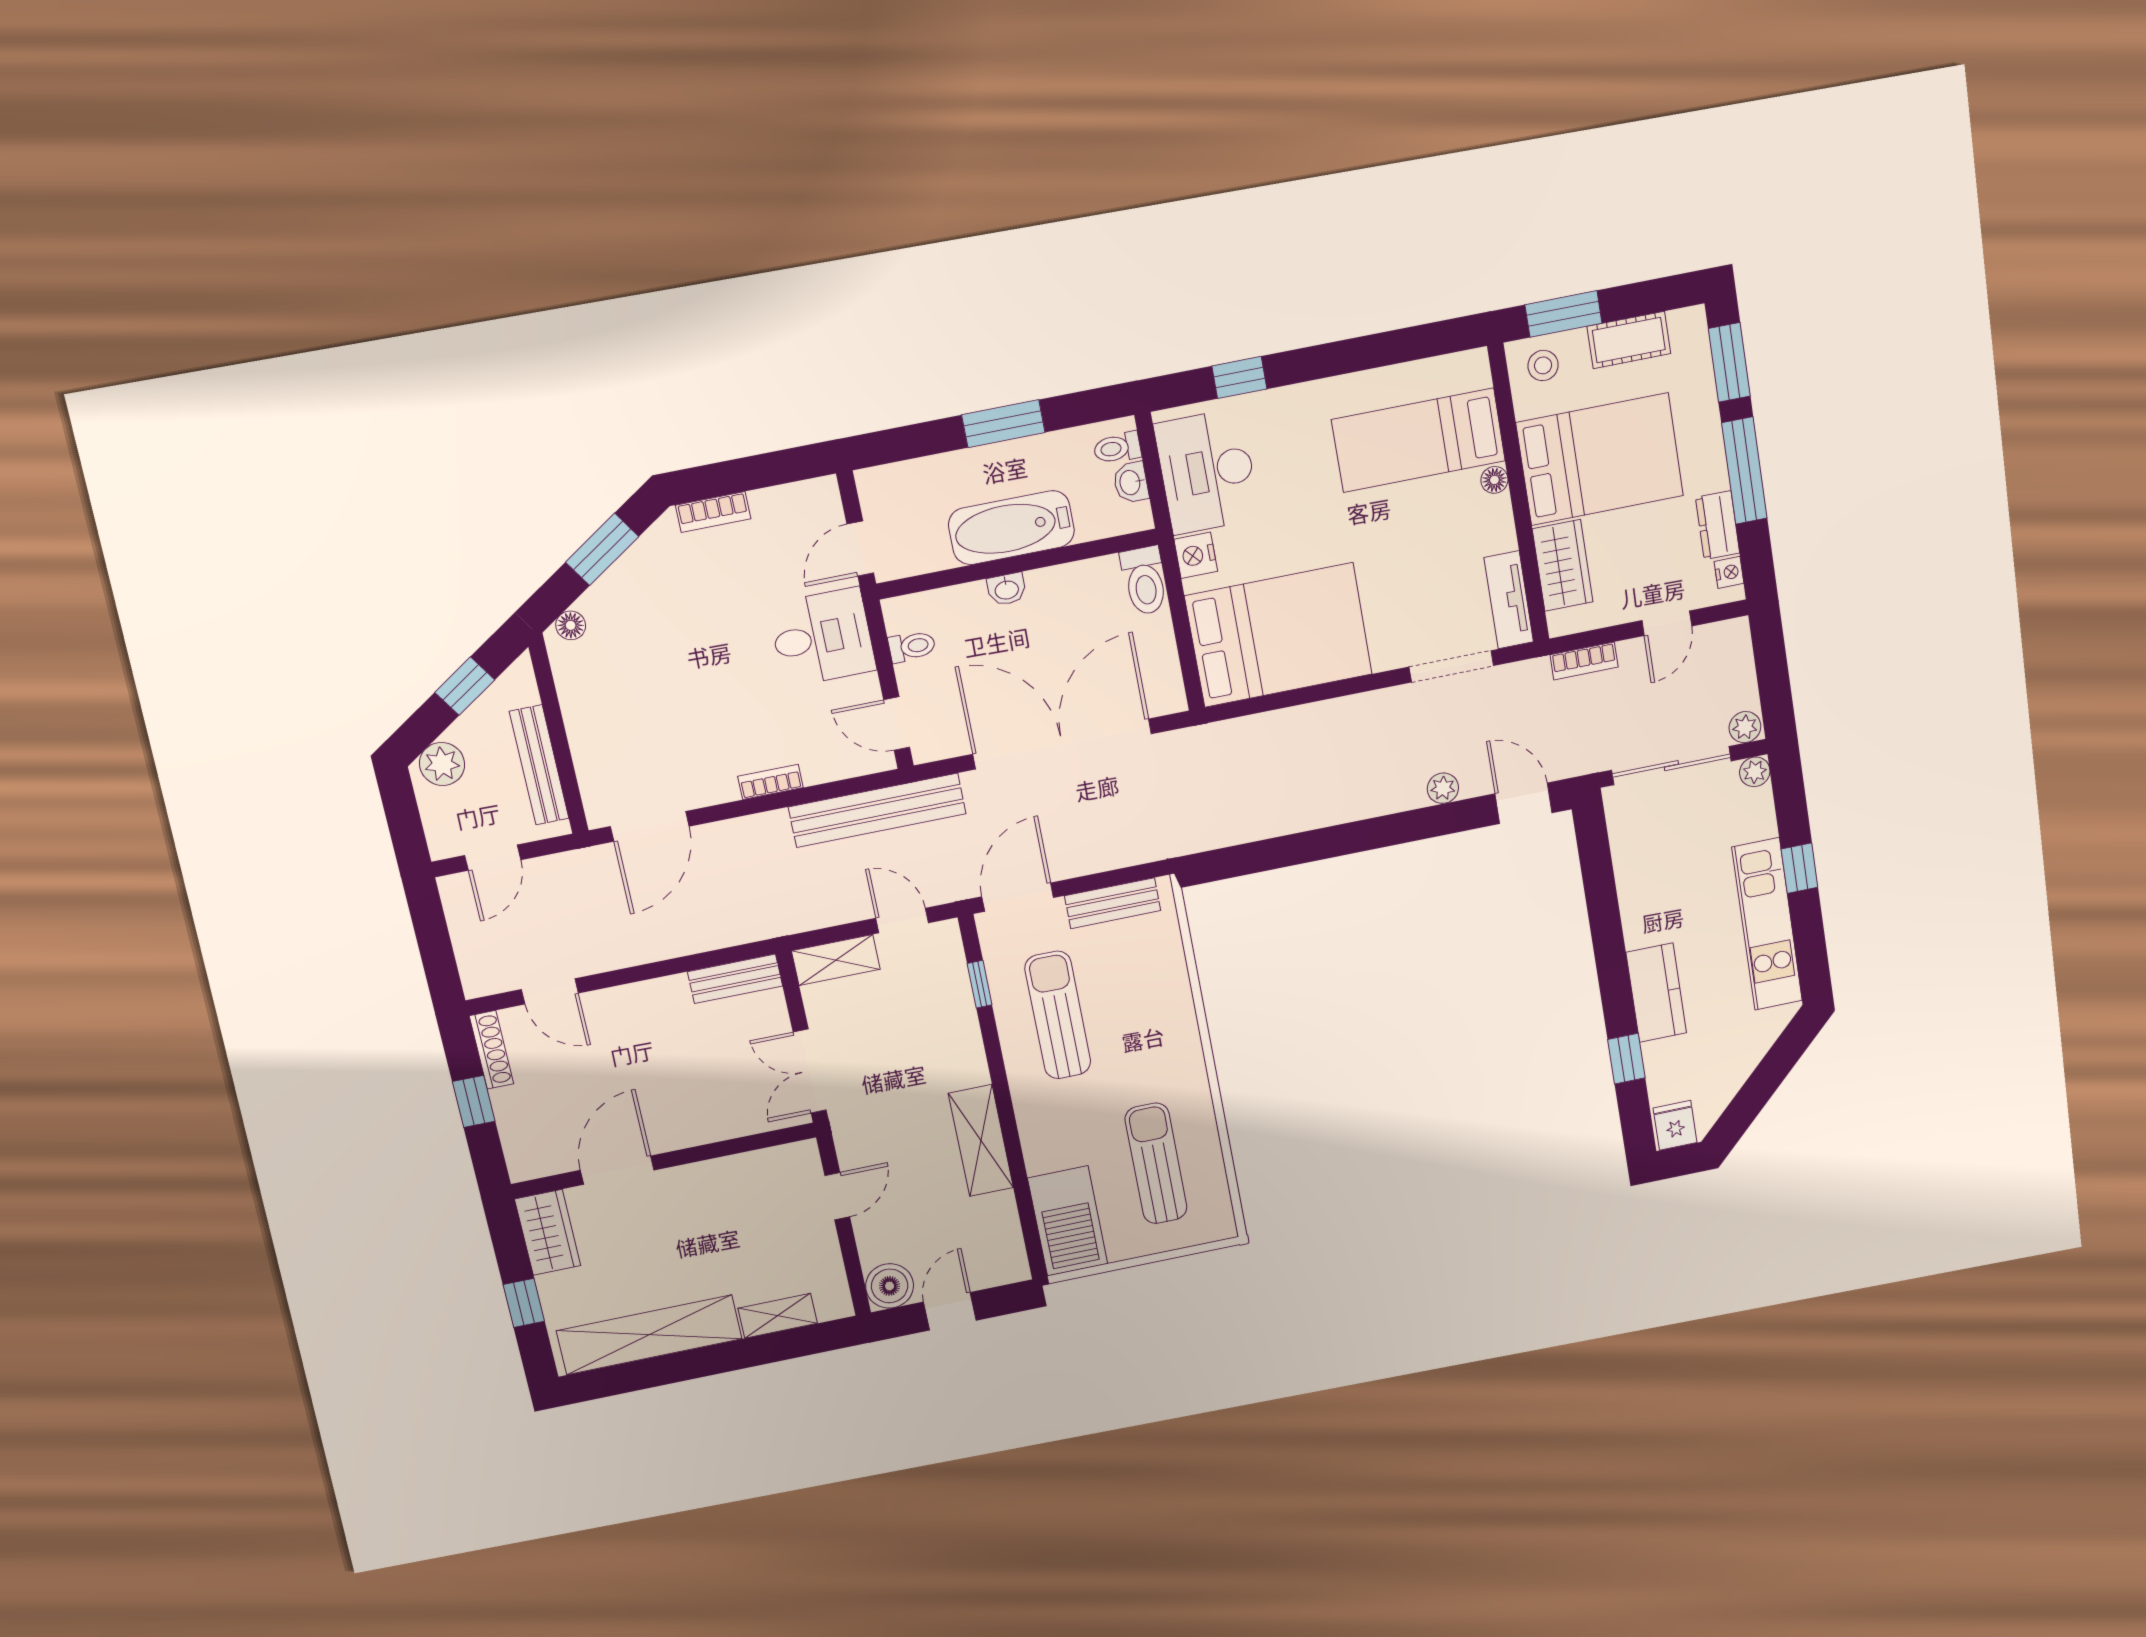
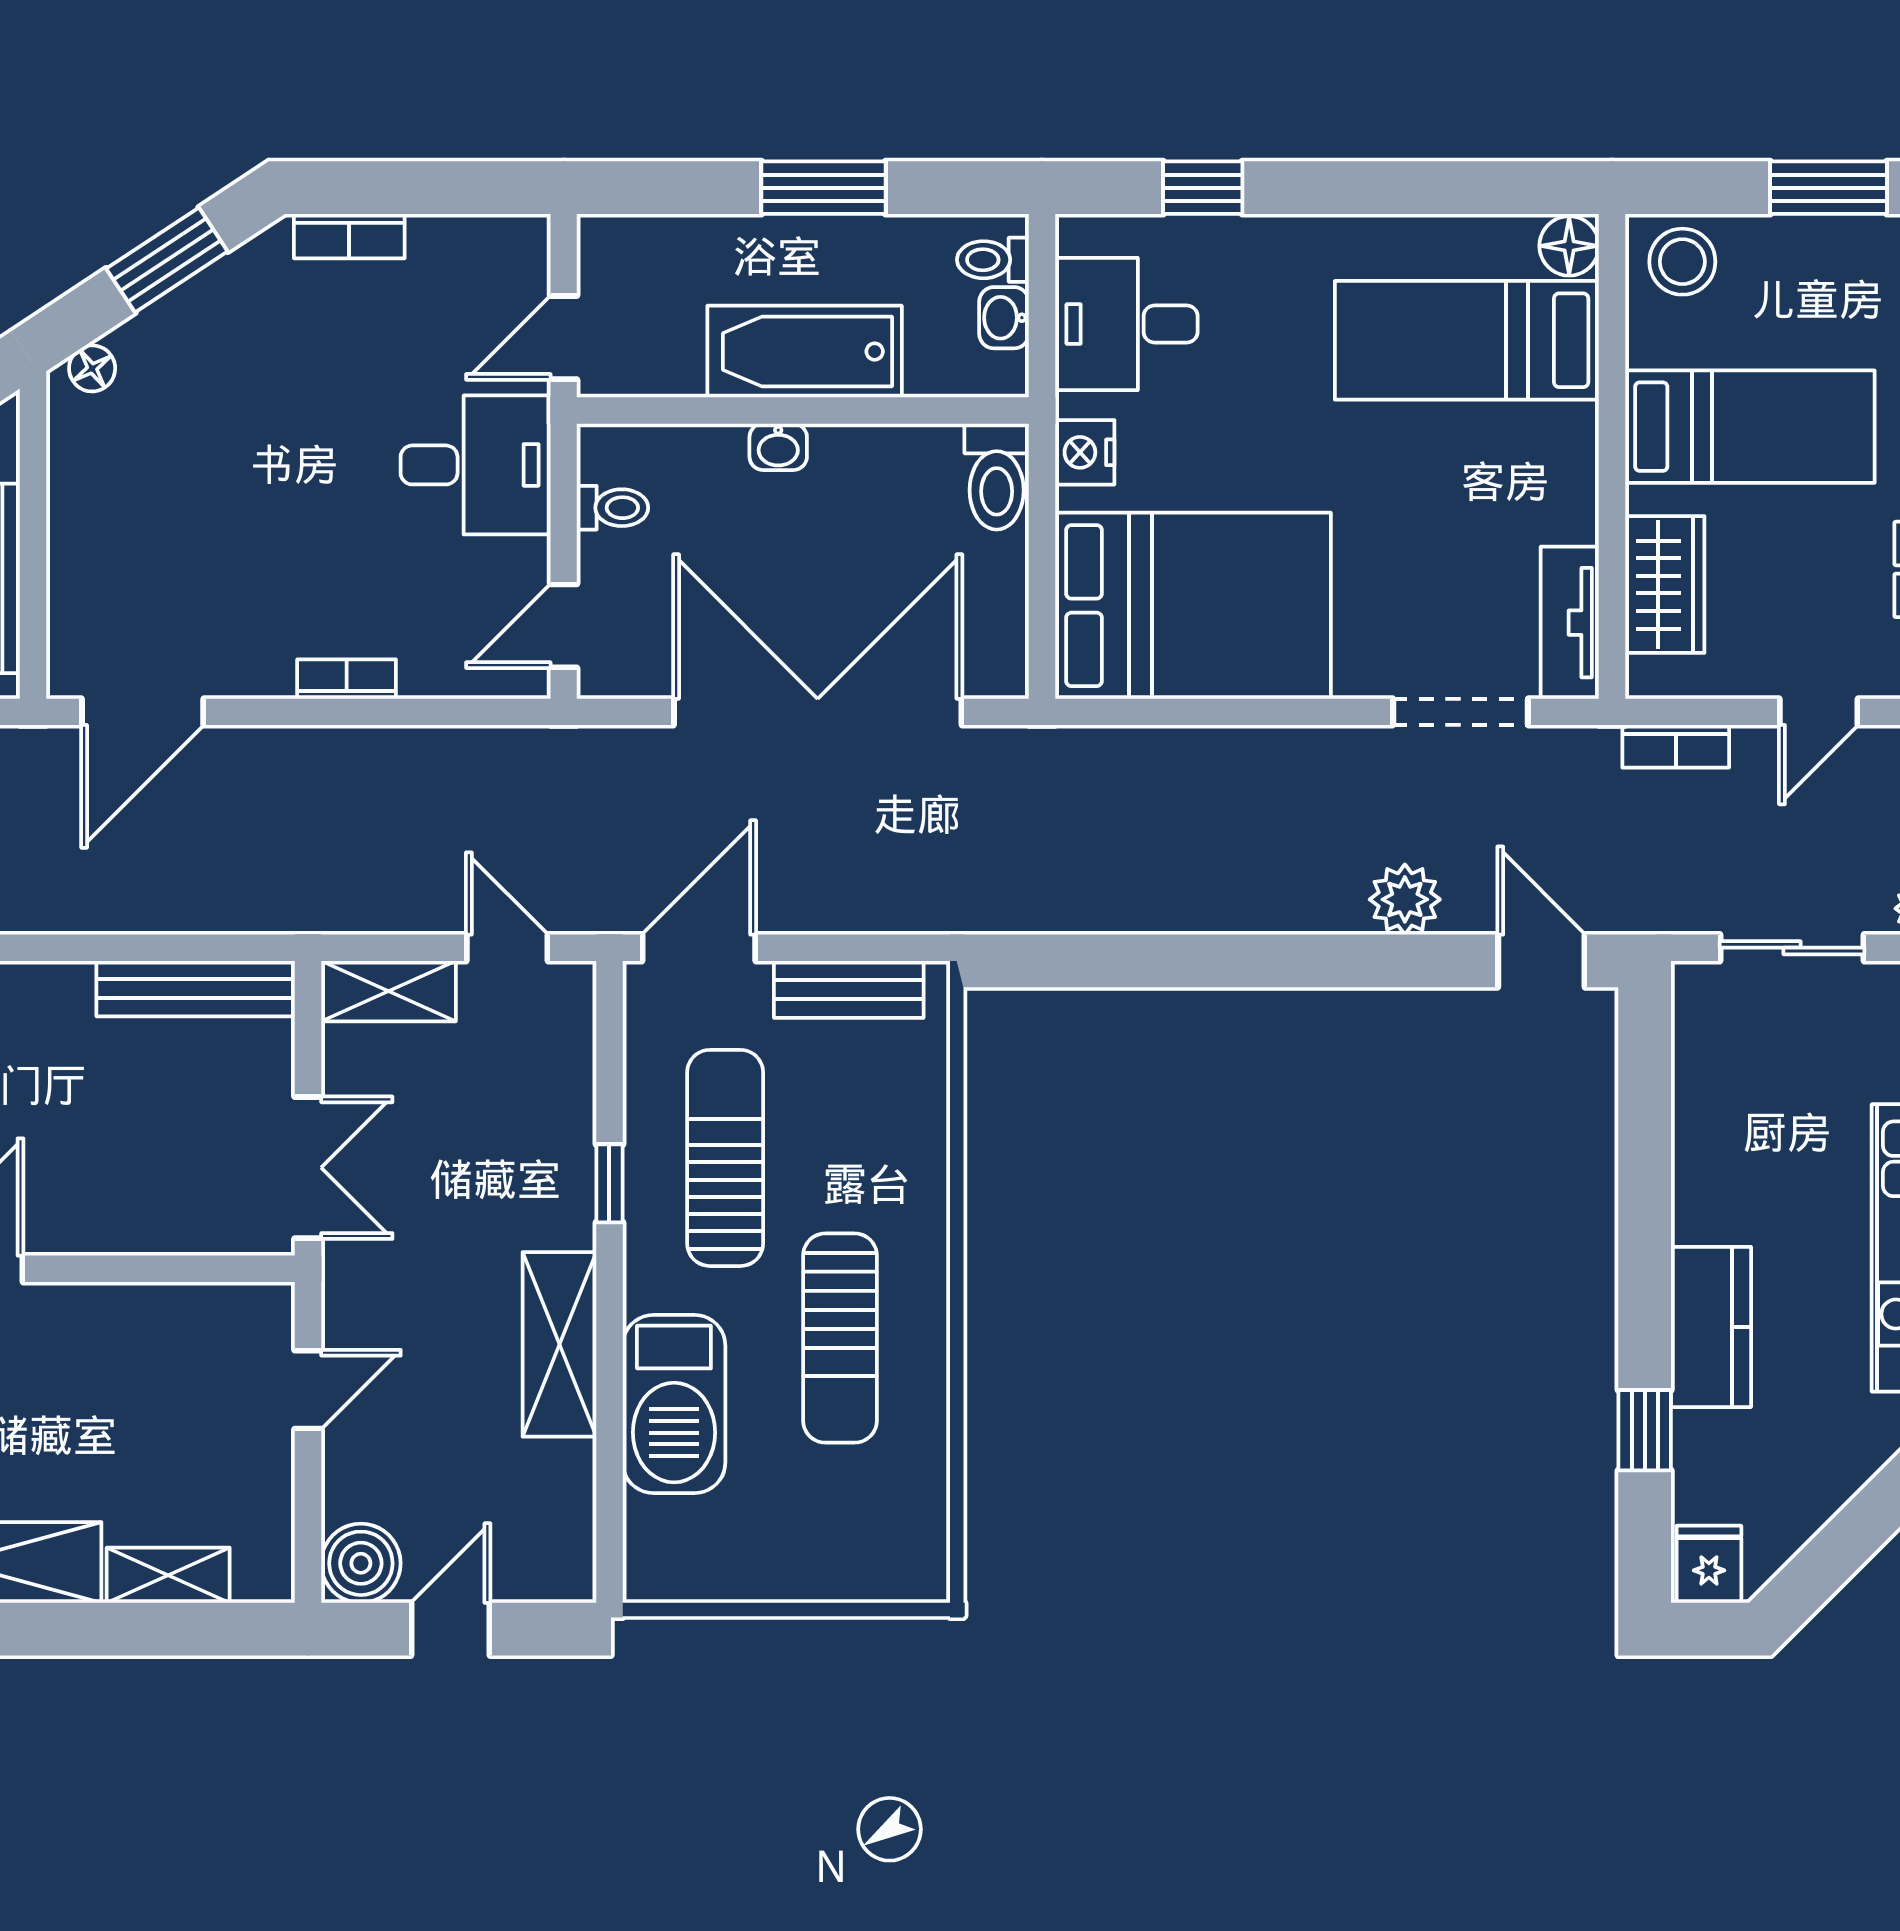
window: (1563, 314) -> (1829, 188), moved
cot: (1629, 340) -> (1824, 248), removed
stool: (1543, 365) -> (1682, 262), width x1.37, depth x1.37
bed: (1600, 459) -> (1750, 427), width x0.67
desk: (1207, 471) -> (1126, 324), width x0.73
floor lamp: (1494, 480) -> (1569, 246), moved, width x1.37, depth x1.37
door: (897, 724) -> (564, 626), hinge flipped
sliding door: (1671, 766) -> (1792, 948), width x0.73
plant: (1443, 788) -> (1405, 899), width x1.38, depth x1.38
bench: (877, 810) -> (505, 760), removed
bench: (735, 979) -> (196, 989), width x1.36
window: (979, 984) -> (609, 1183), moved
double door: (810, 1071) -> (308, 1168), swing flipped
sun lounger: (1156, 1163) -> (840, 1338), moved, turned 180
barbecue: (1068, 1221) -> (674, 1404), moved

